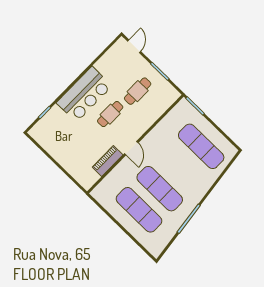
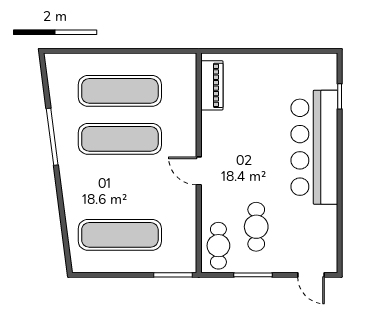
bar counter: (84, 94) -> (314, 147), width x1.36
cafe table: (110, 114) -> (218, 246), moved
door: (131, 148) -> (199, 171), moved
piano: (108, 161) -> (212, 85), moved

